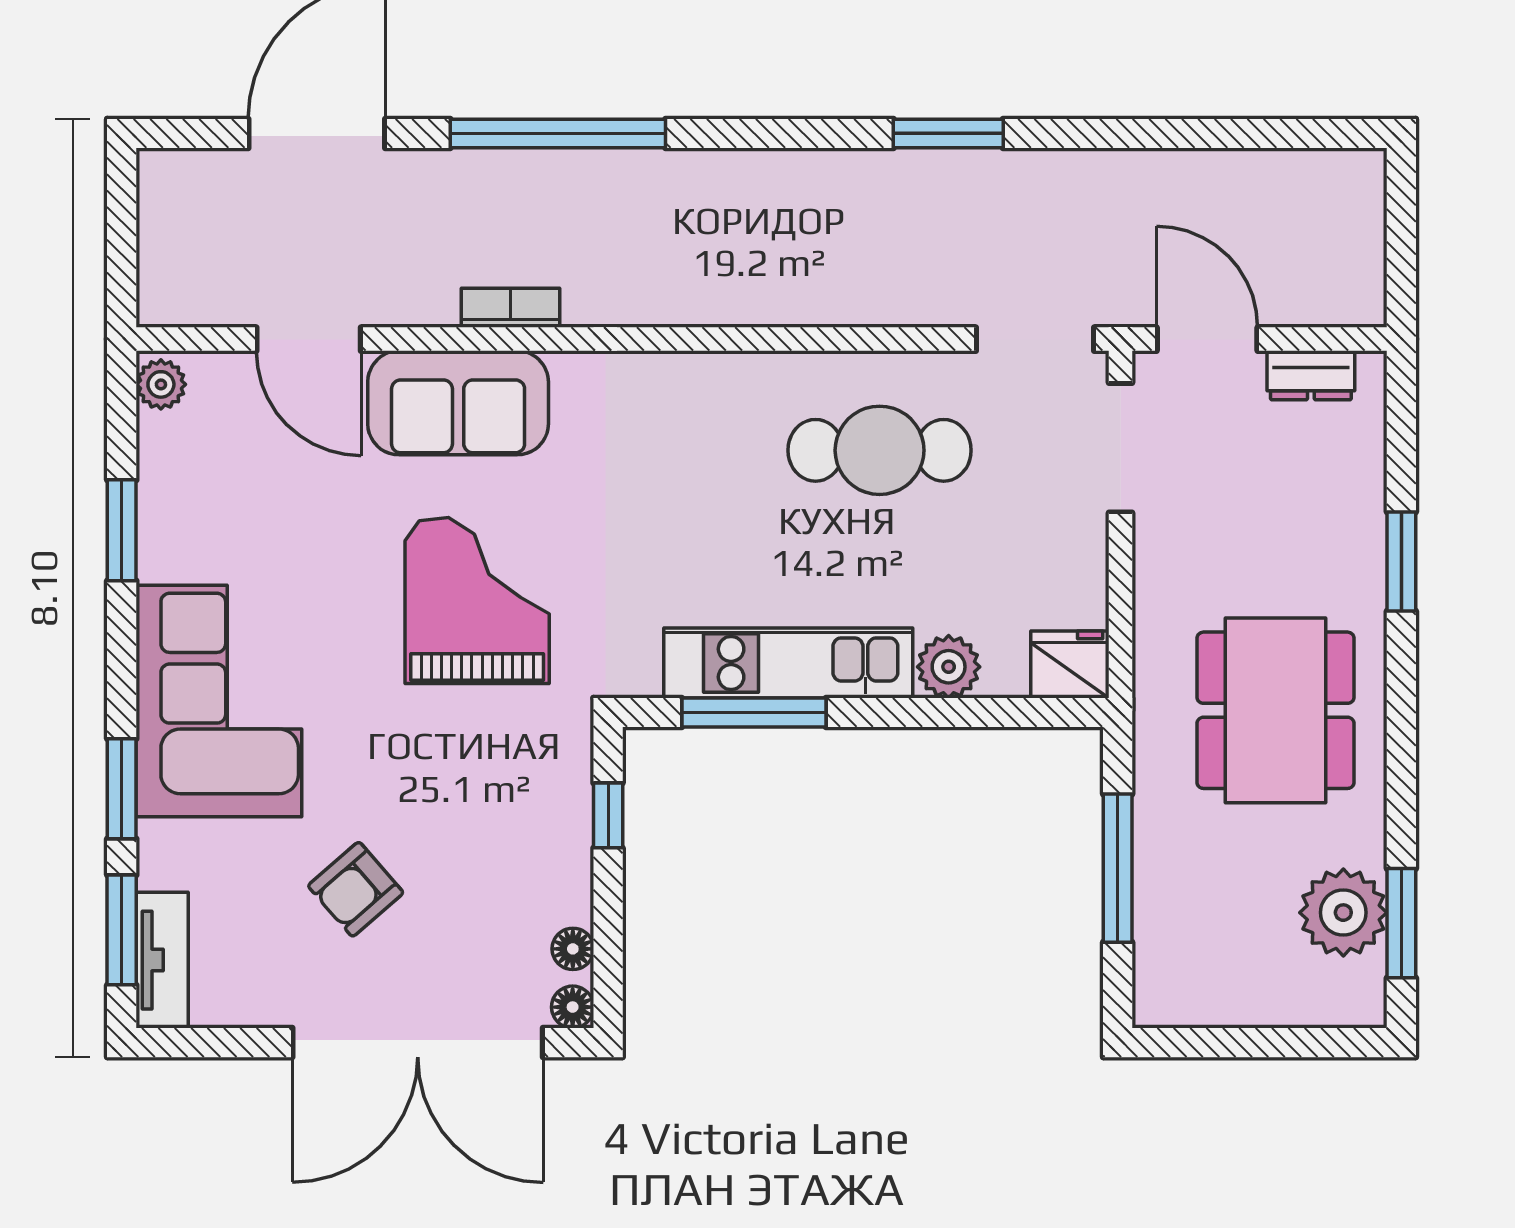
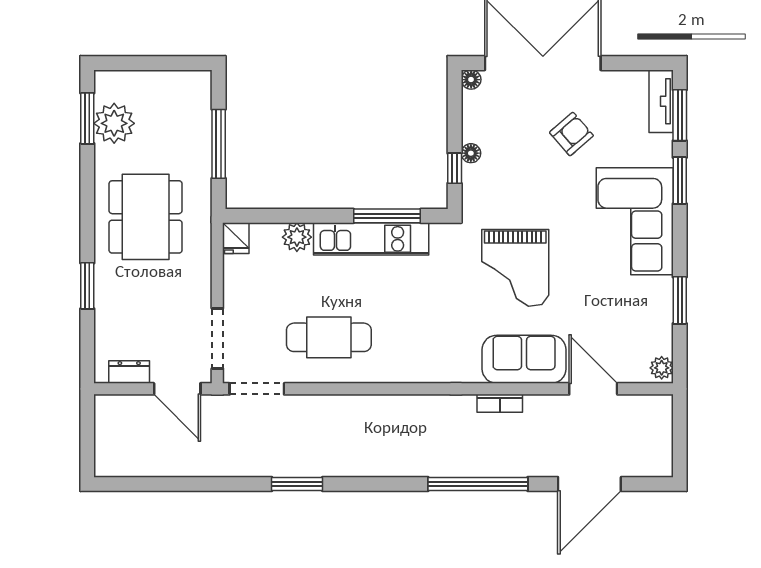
fridge: (1070, 664) -> (236, 238), width x0.72
floor lamp: (573, 949) -> (471, 153), moved

